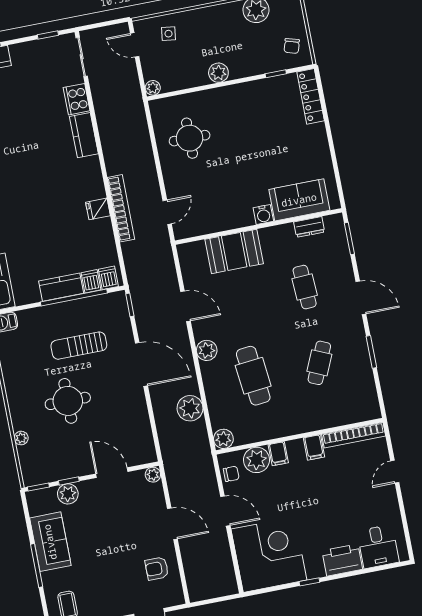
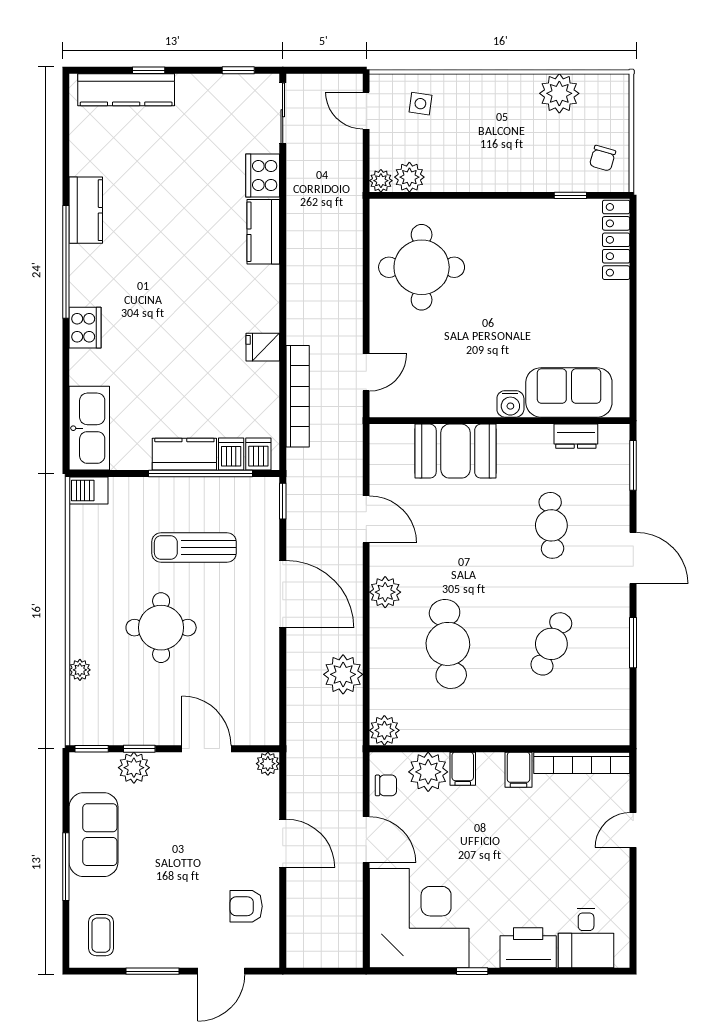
plant: (218, 73) -> (409, 177), moved
round table: (190, 138) -> (422, 267), width x1.36, depth x1.36
bookcase: (121, 208) -> (298, 396), moved

